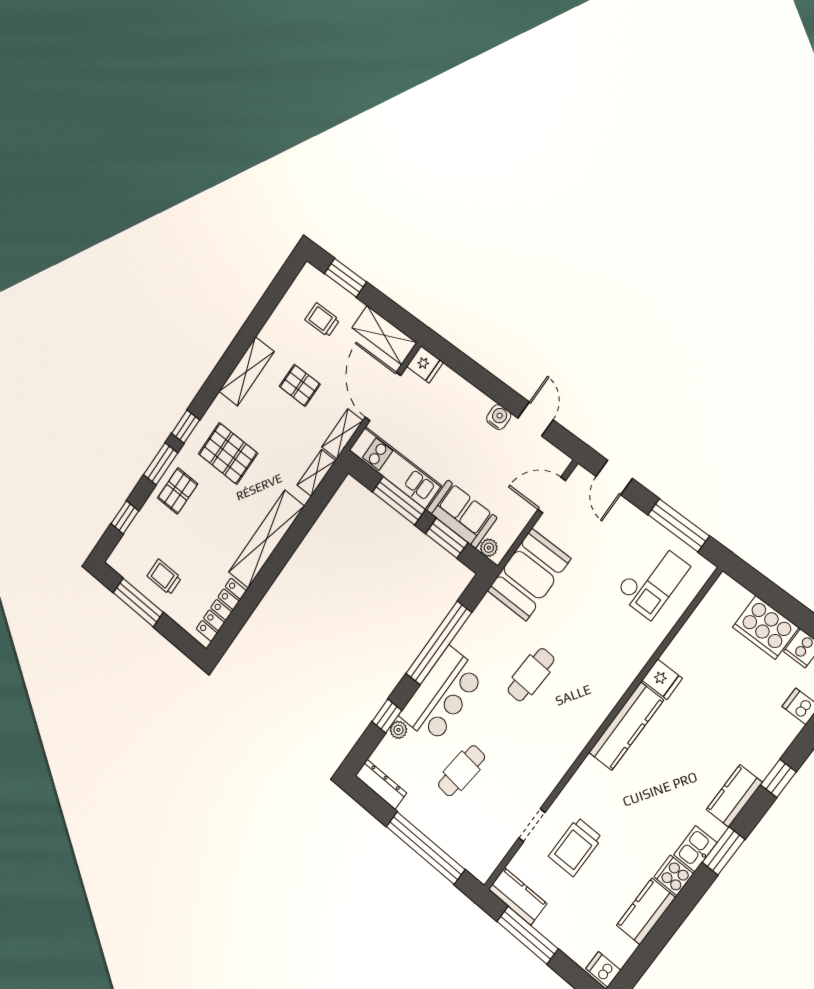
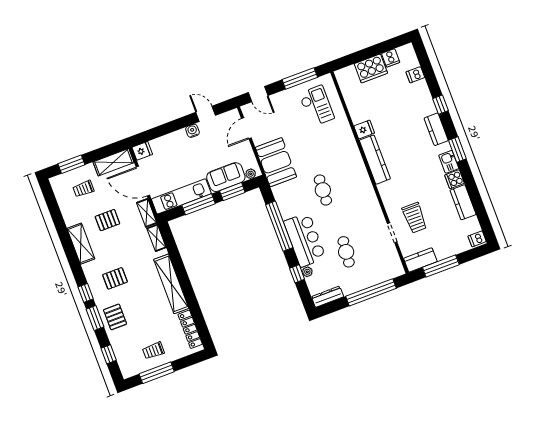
pallet: (228, 453) -> (115, 278), width x0.67, depth x0.71

